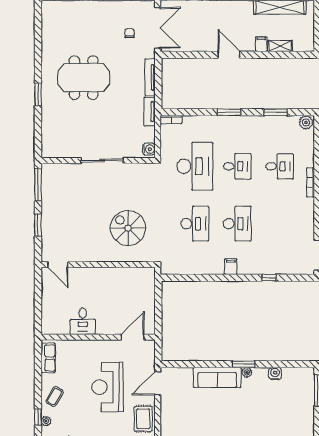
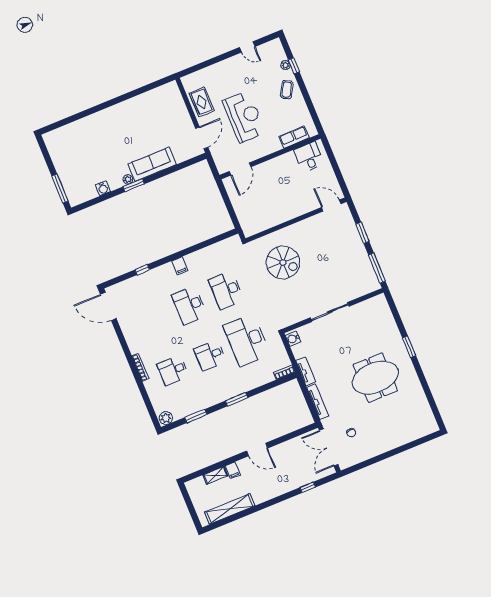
desk: (83, 321) -> (309, 157), moved
row of seats: (48, 358) -> (294, 137), moved, turned 90

